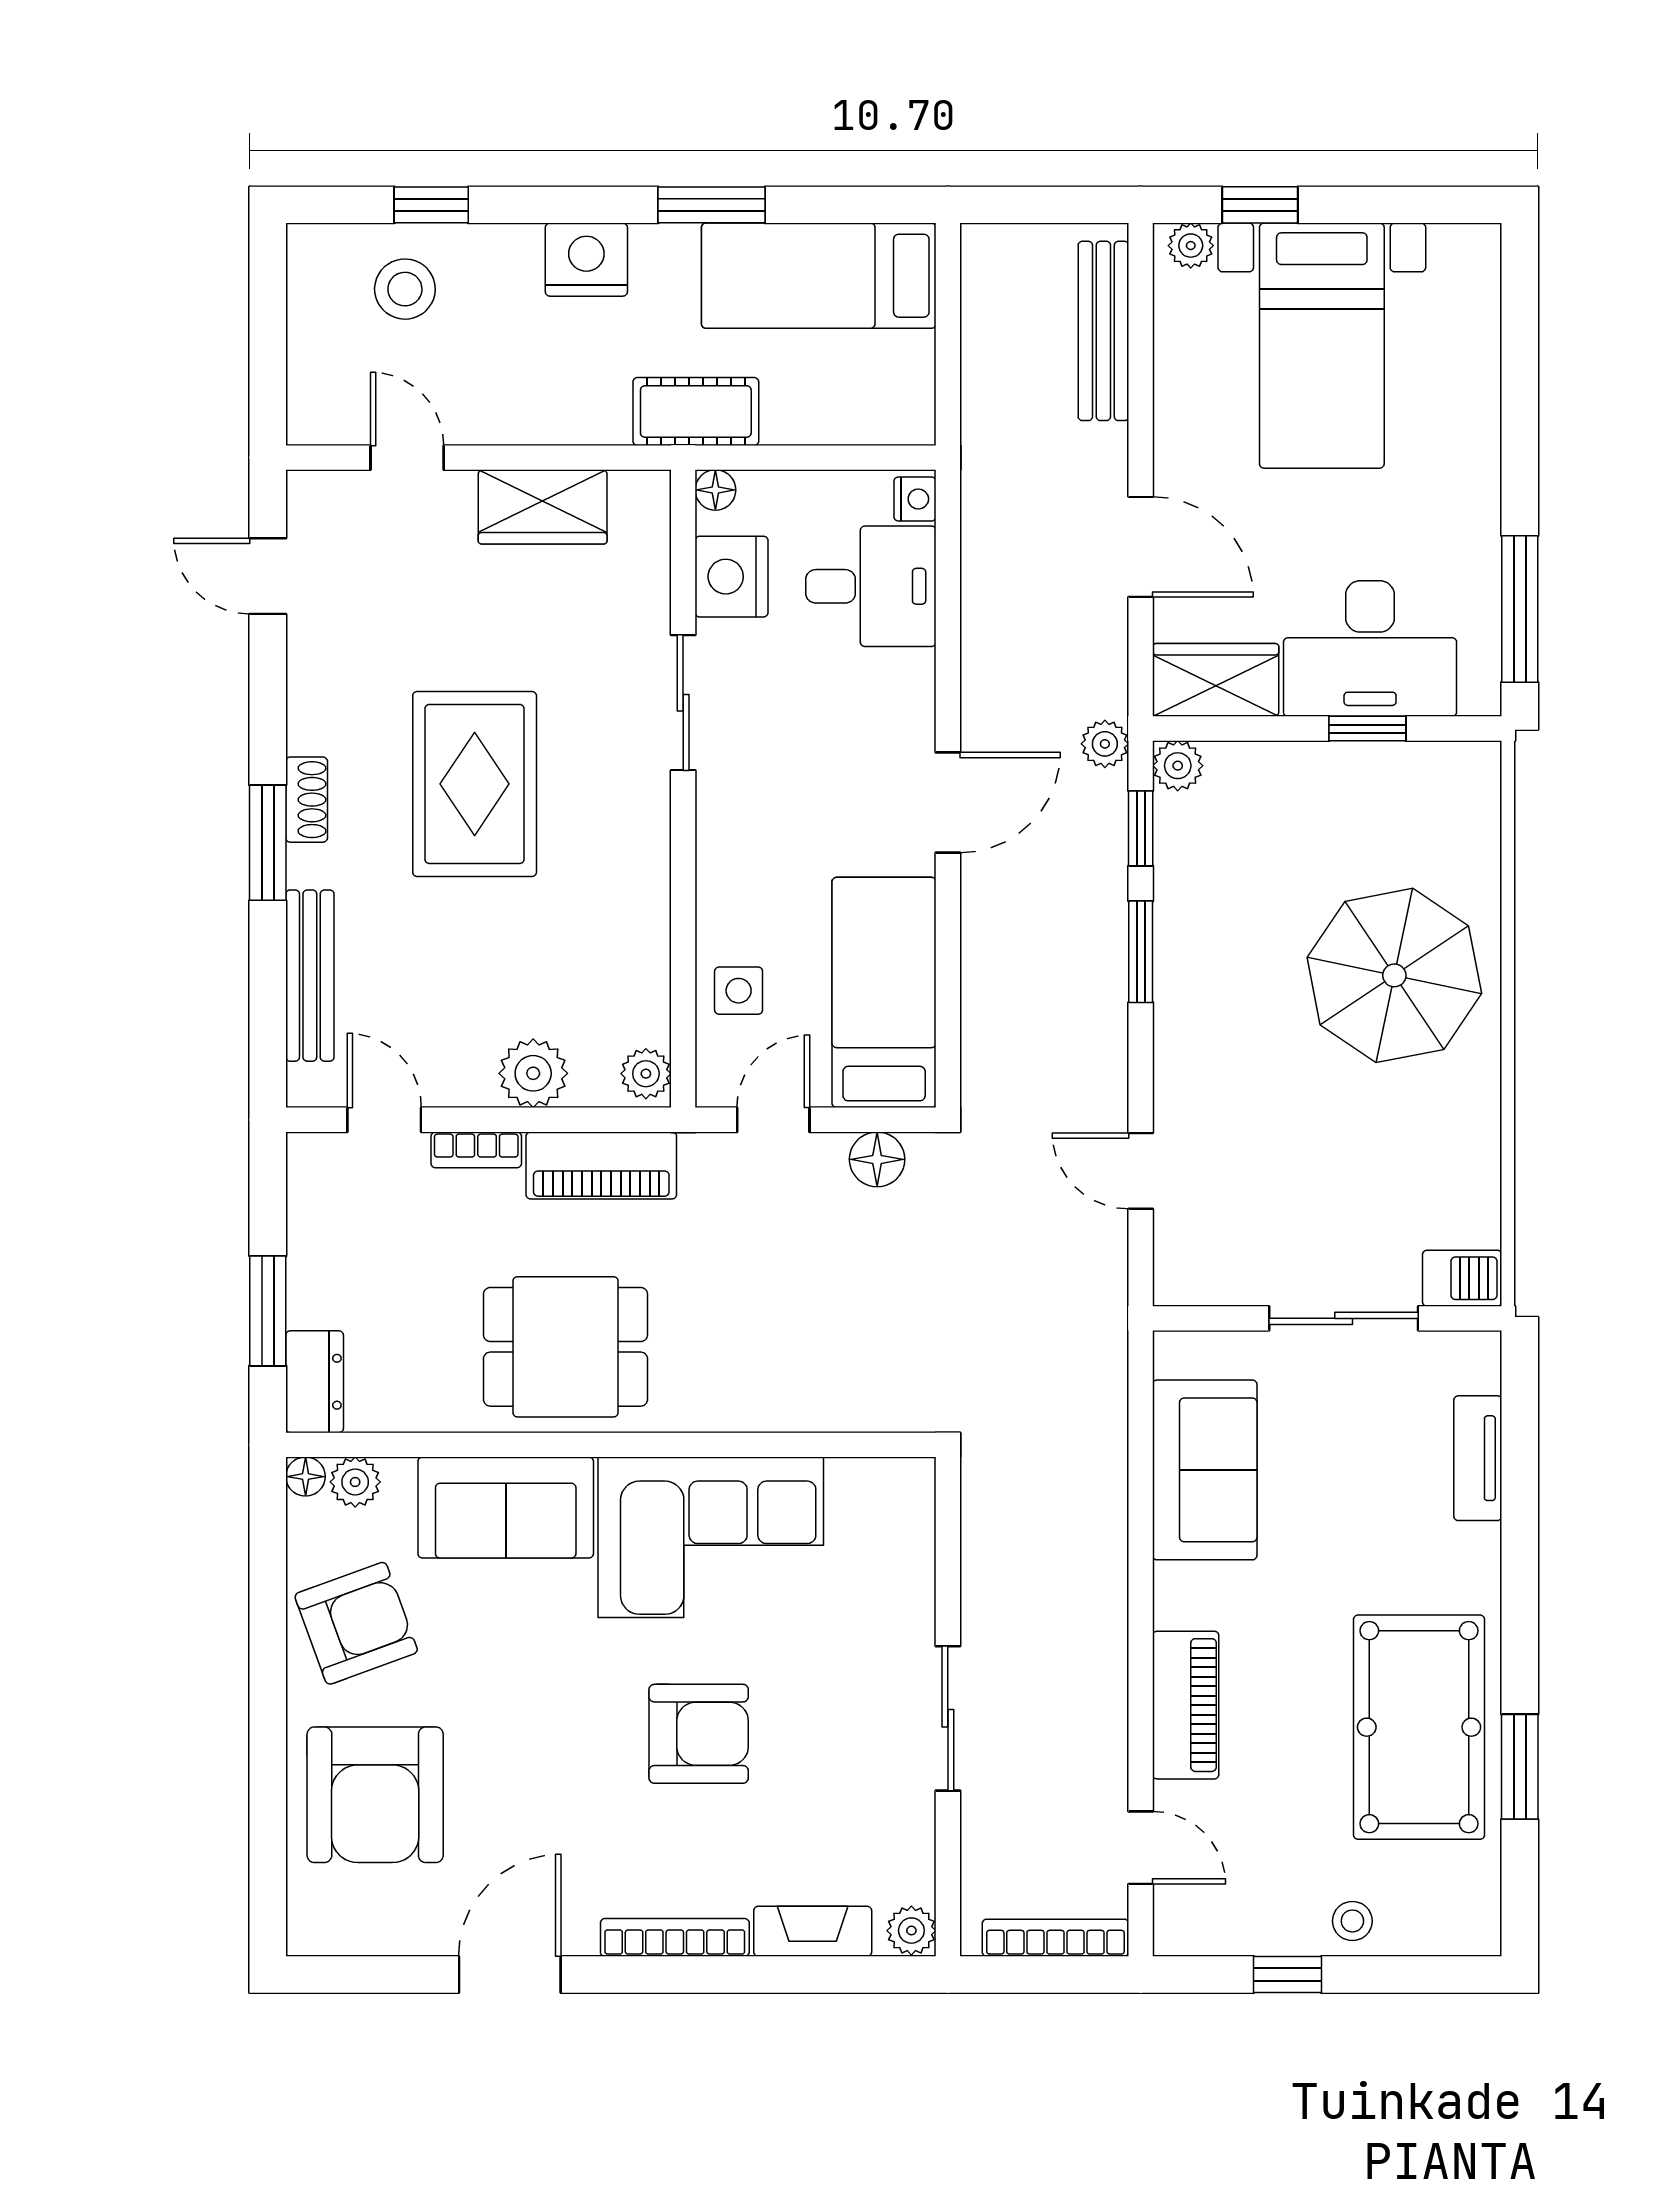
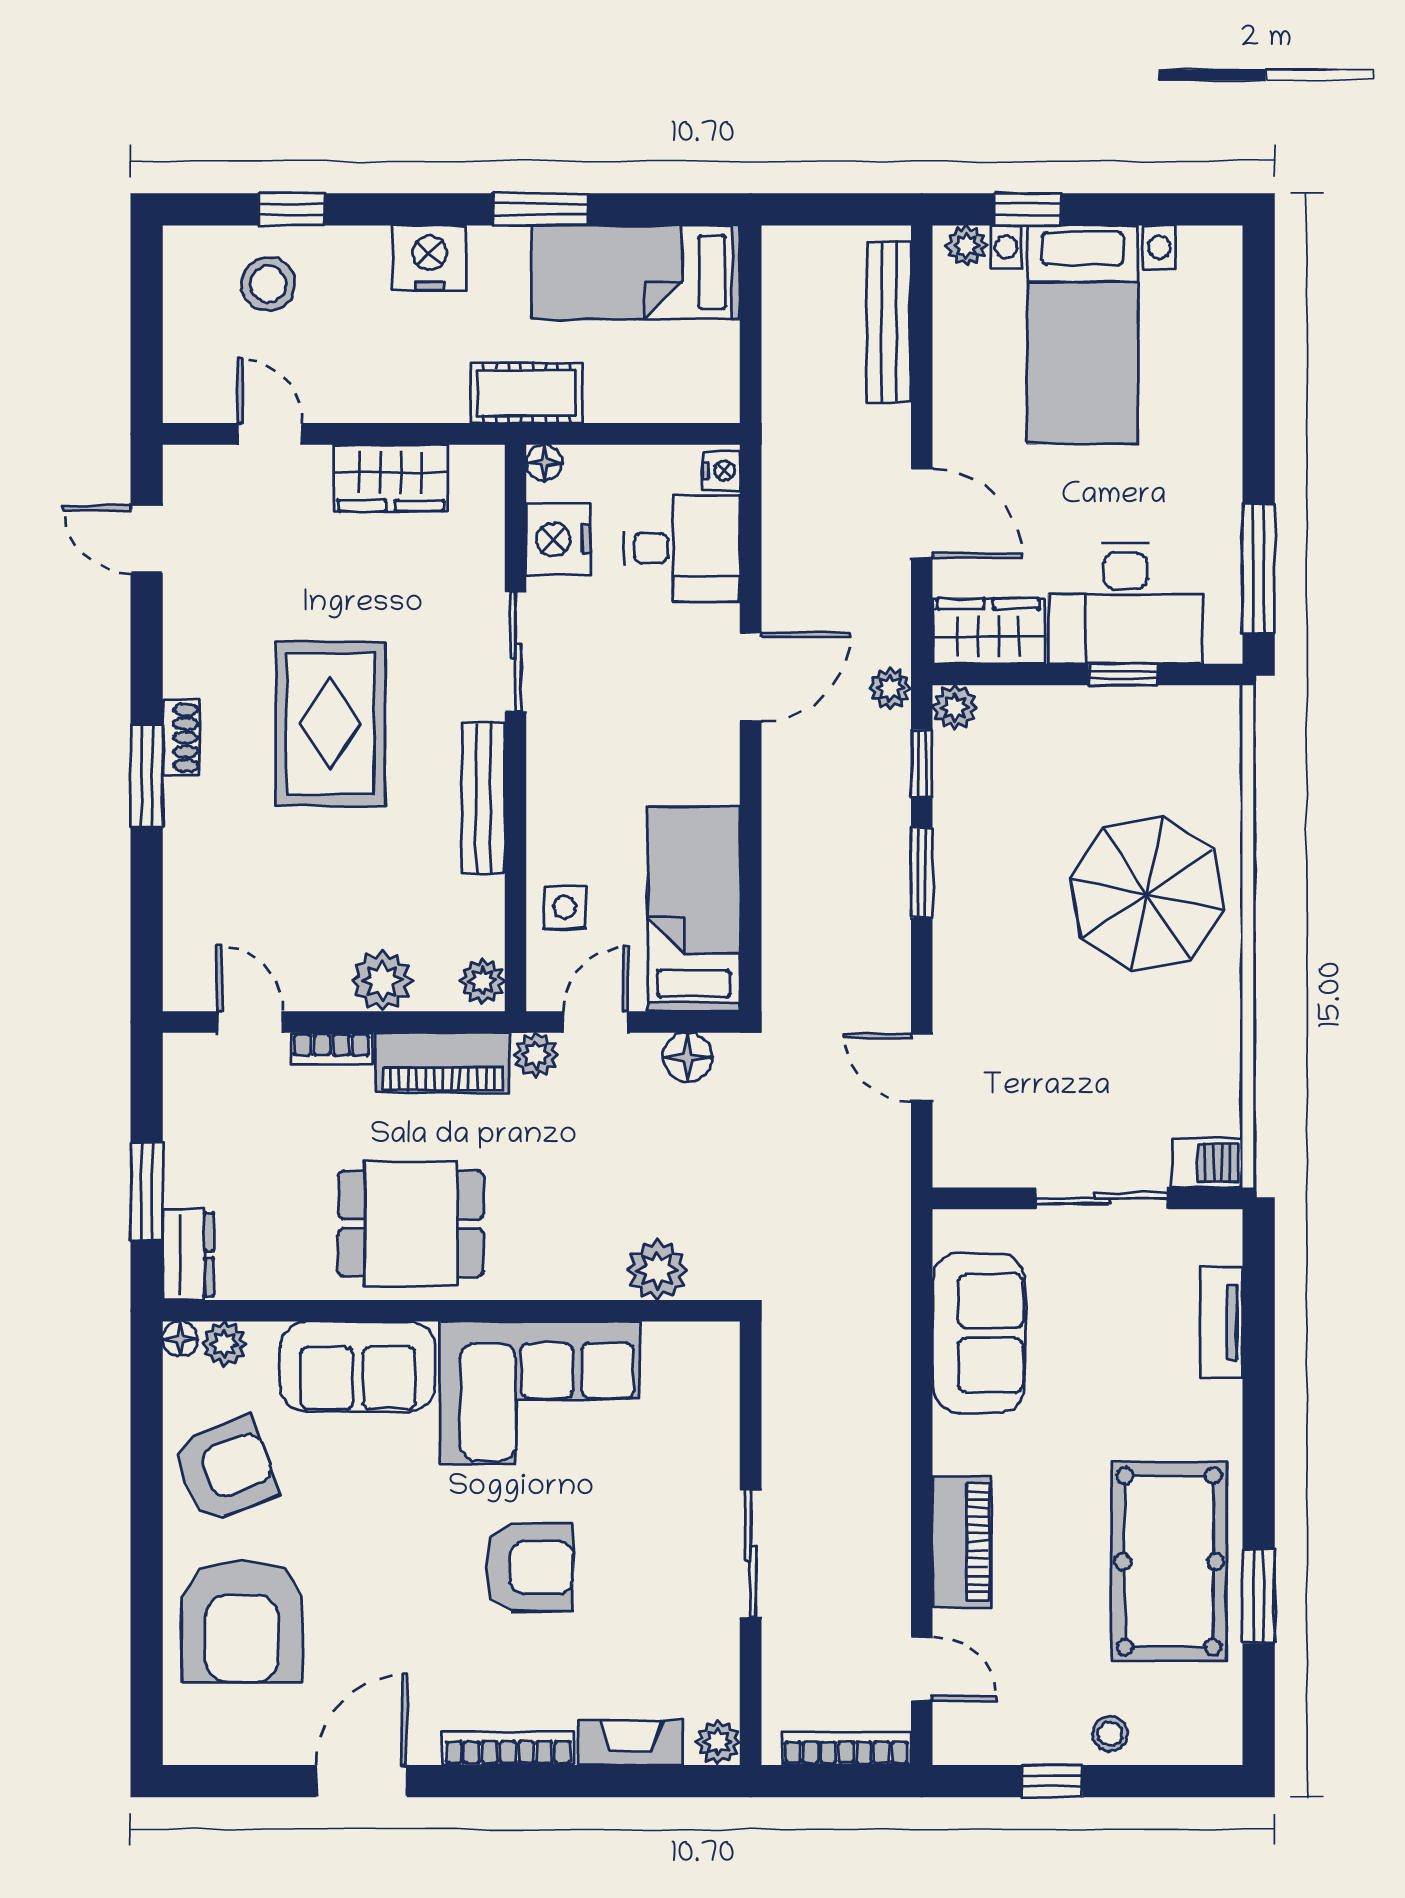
door: (948, 802) -> (751, 677), moved
bench: (310, 976) -> (483, 798), moved
plant: (706, 1157) -> (536, 1055), added
plant: (843, 1399) -> (657, 1270), added

